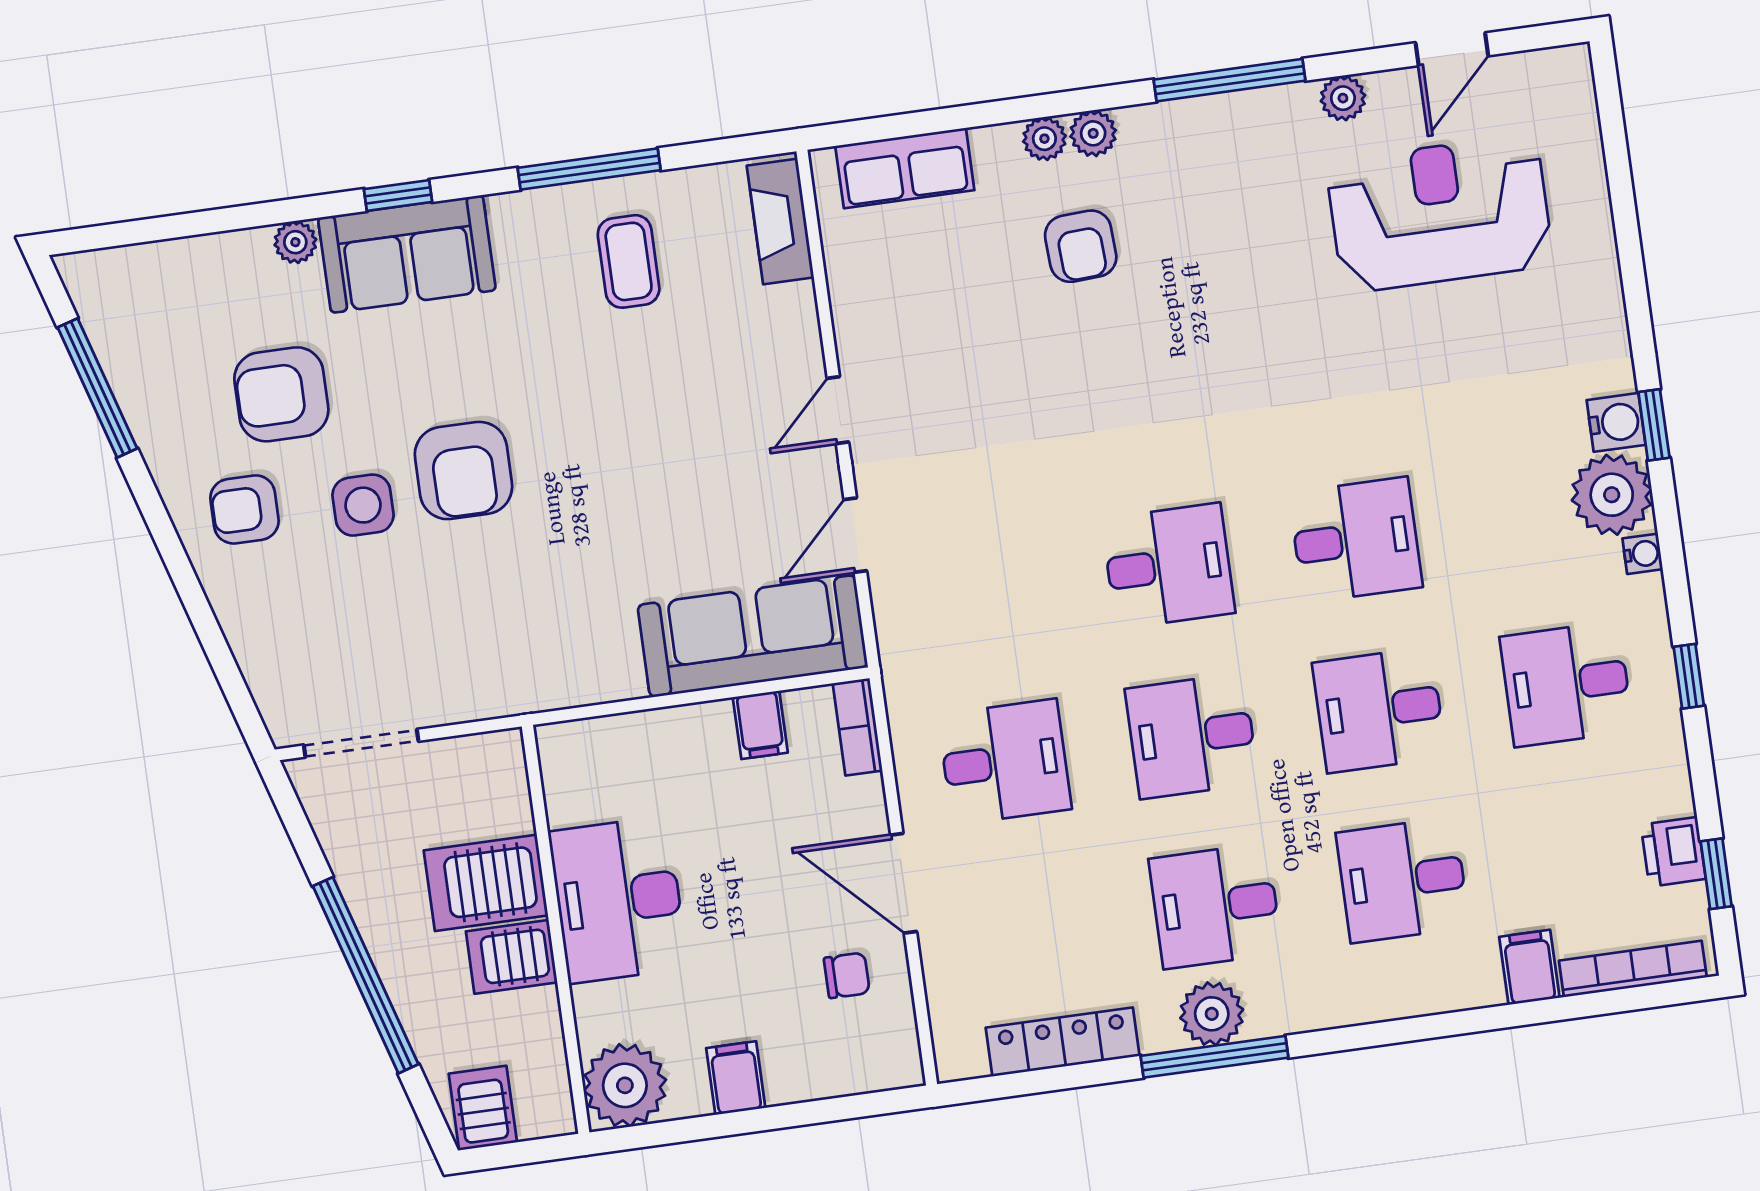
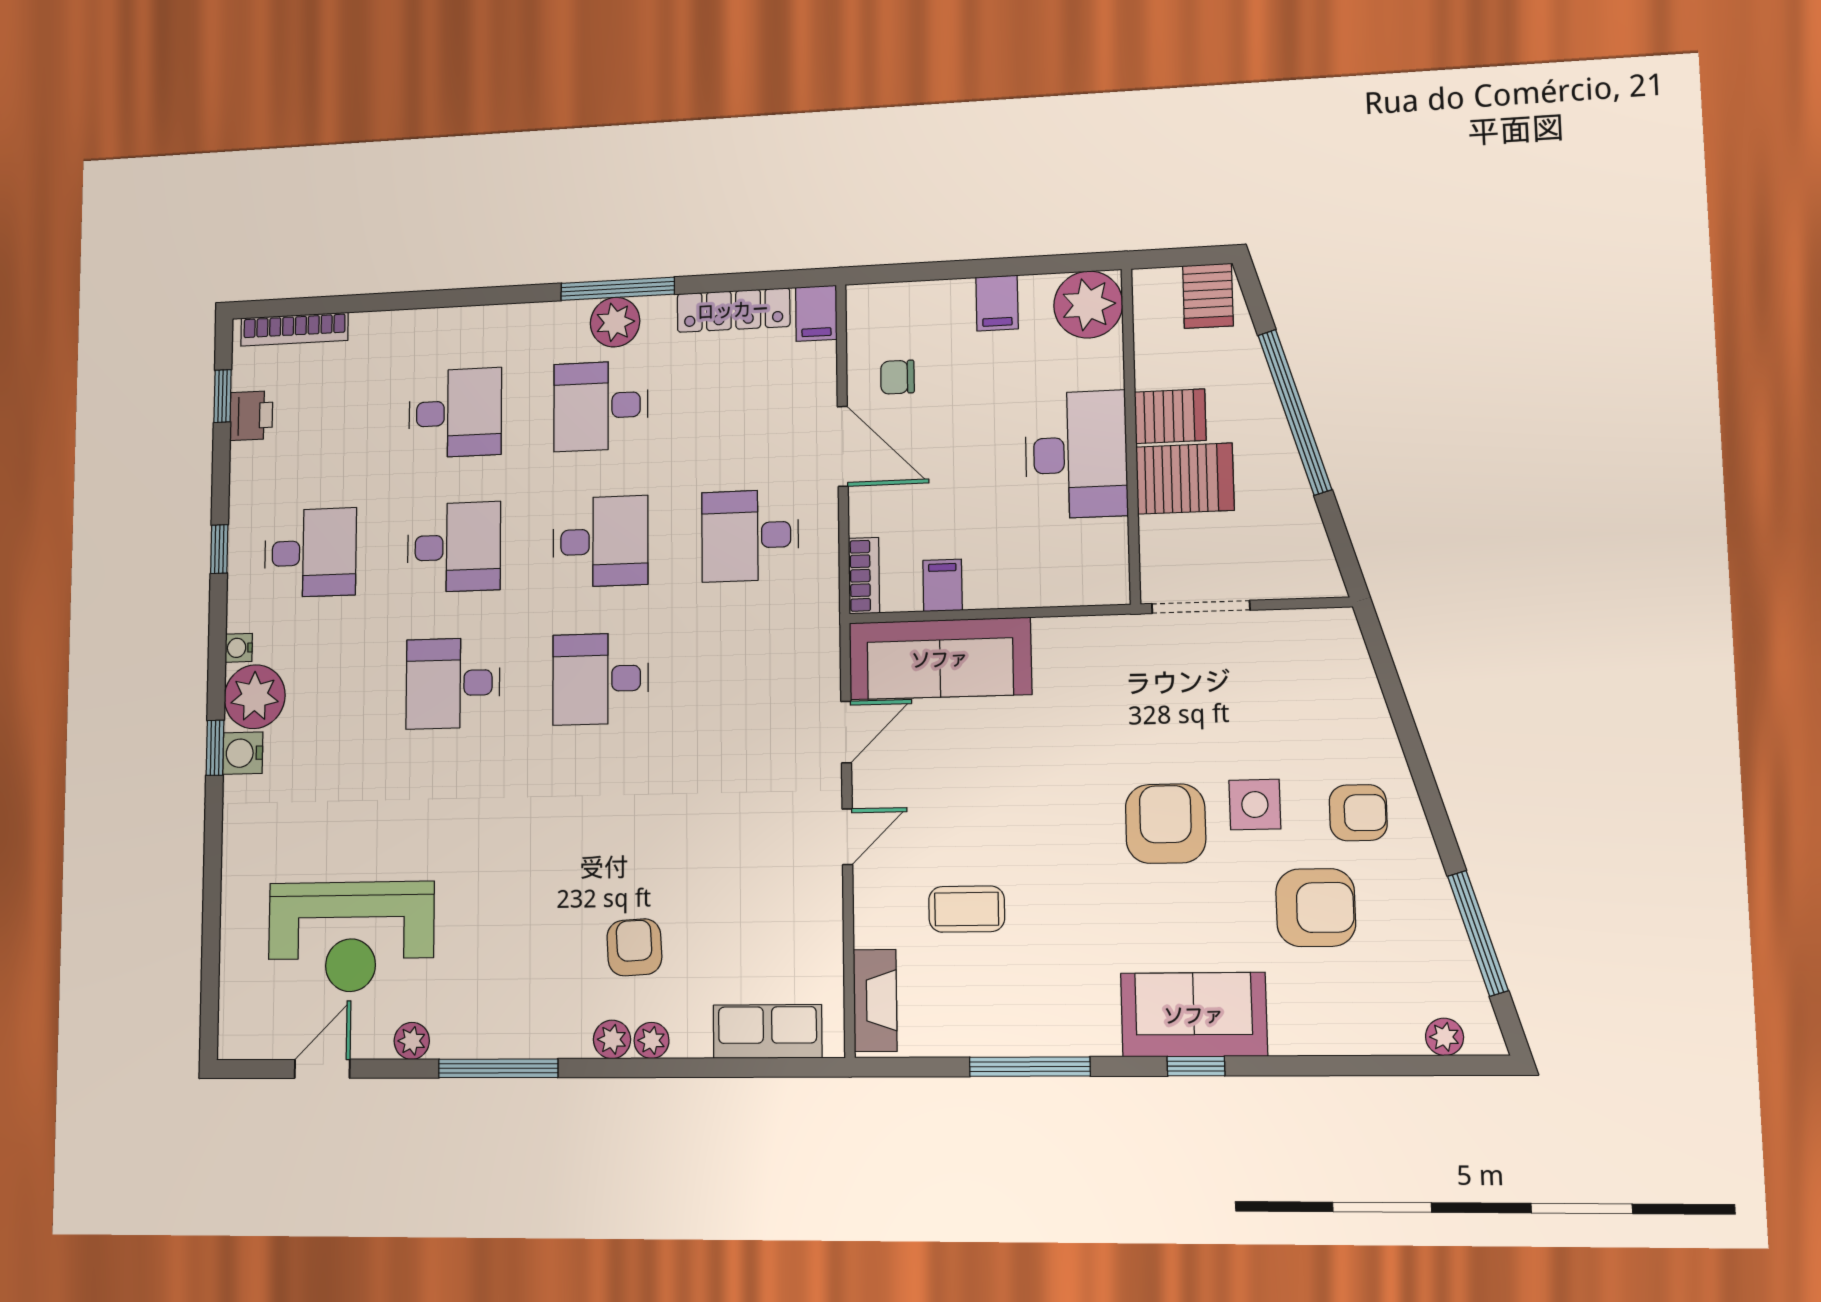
plant: (295, 242) -> (1445, 1037), moved
coffee table: (629, 261) -> (967, 909), moved, turned 90
doorway: (361, 743) -> (1201, 607), moved
desk: (1215, 906) -> (601, 406), turned 180
filing cabinet: (1529, 967) -> (816, 313), moved

